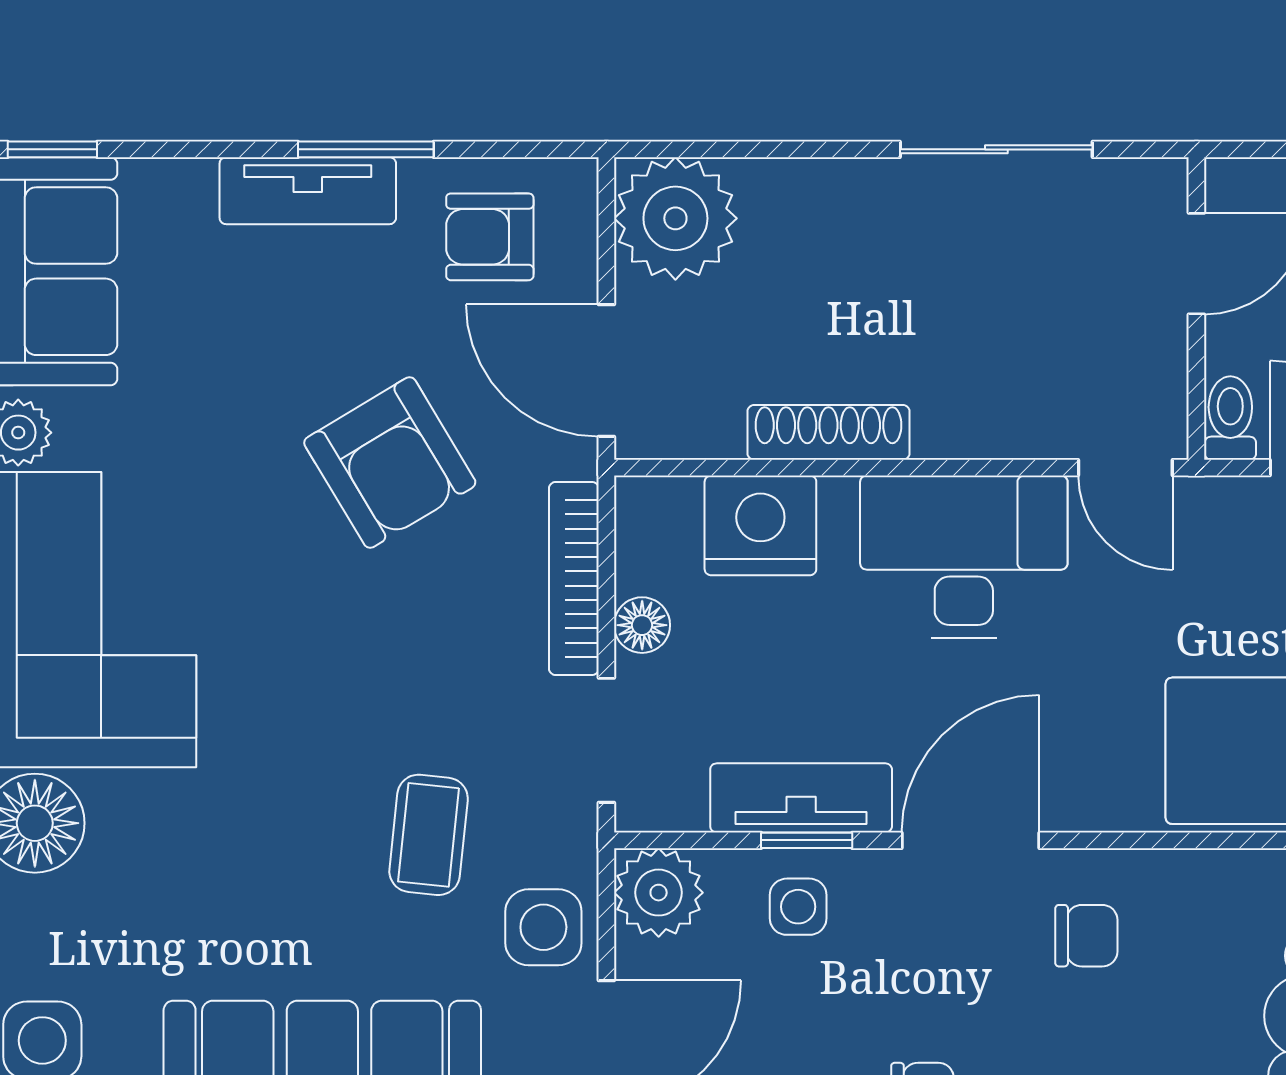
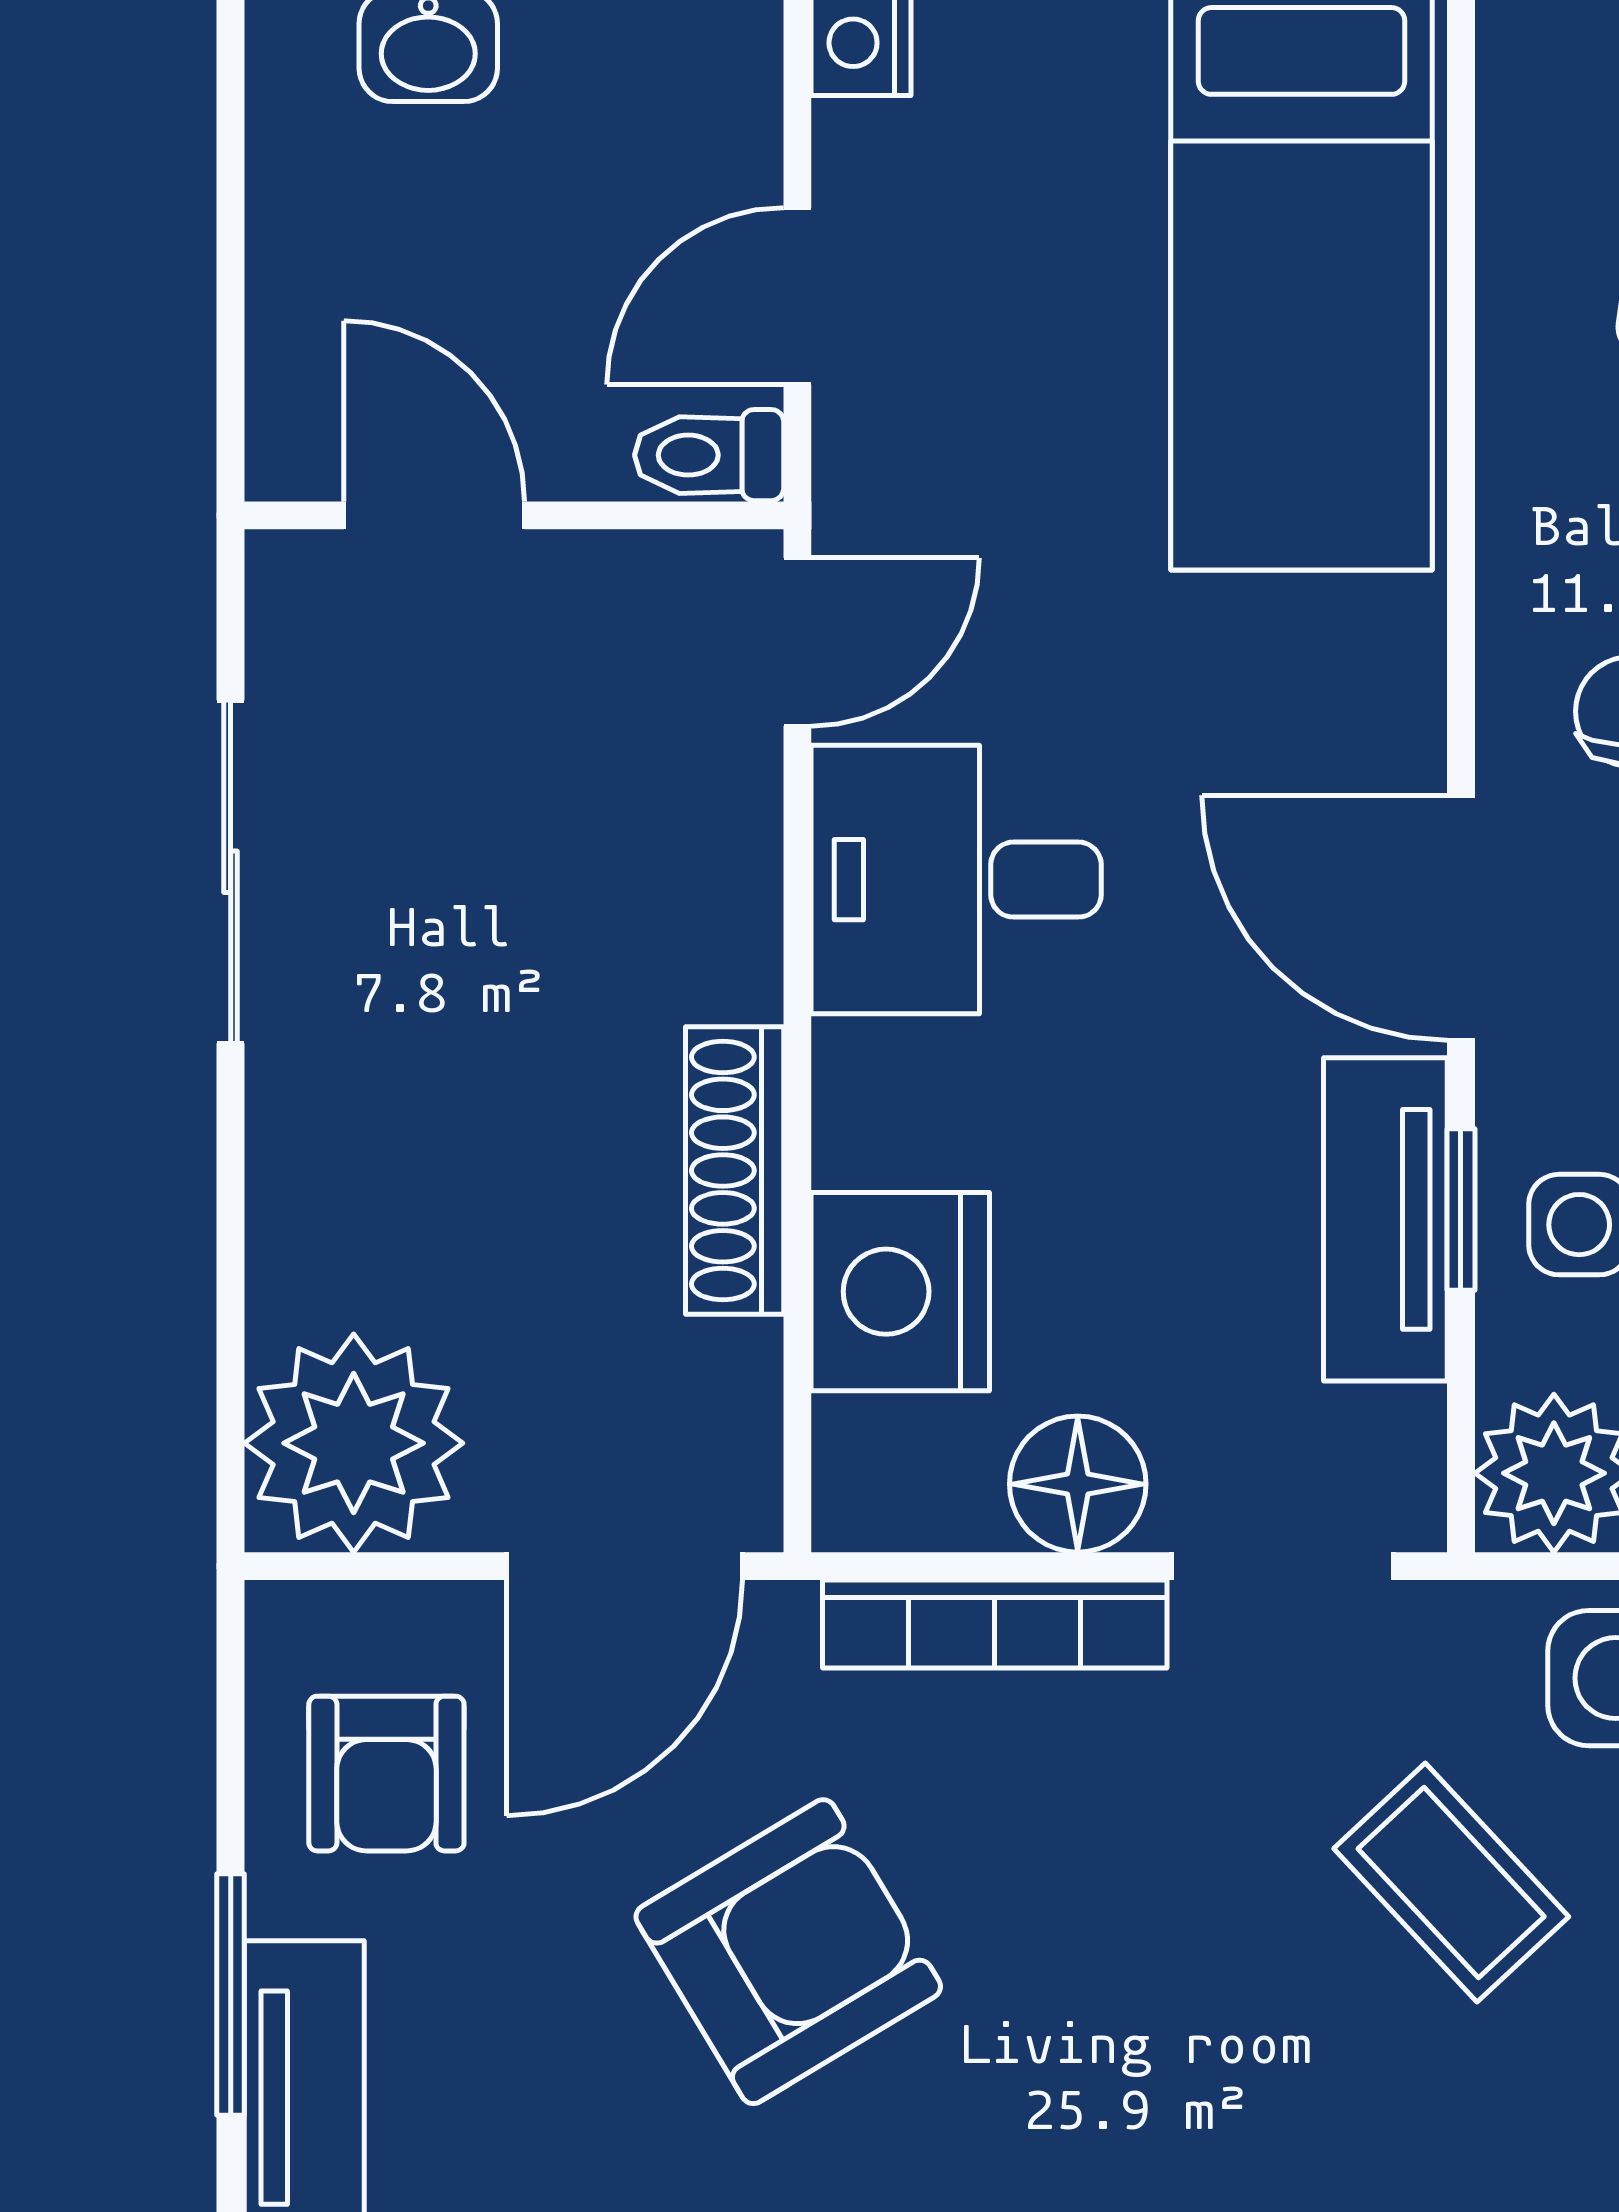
desk: (964, 557) -> (956, 880), width x0.73
floor lamp: (642, 625) -> (1078, 1484), width x1.37, depth x1.37
coffee table: (429, 835) -> (1451, 1883), turned 41

